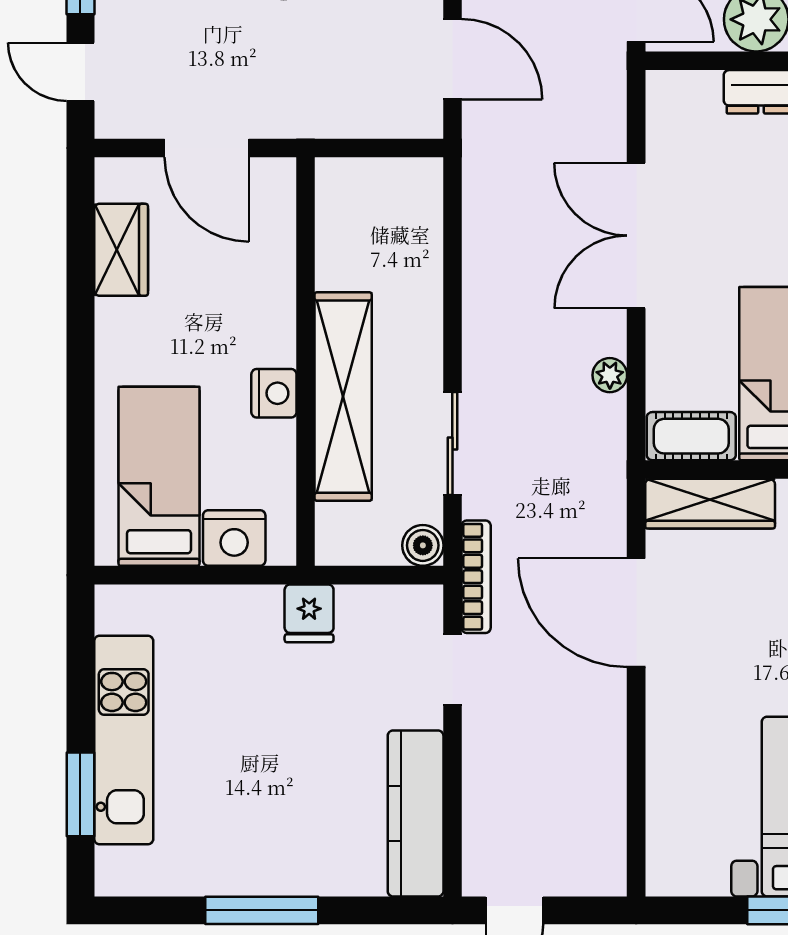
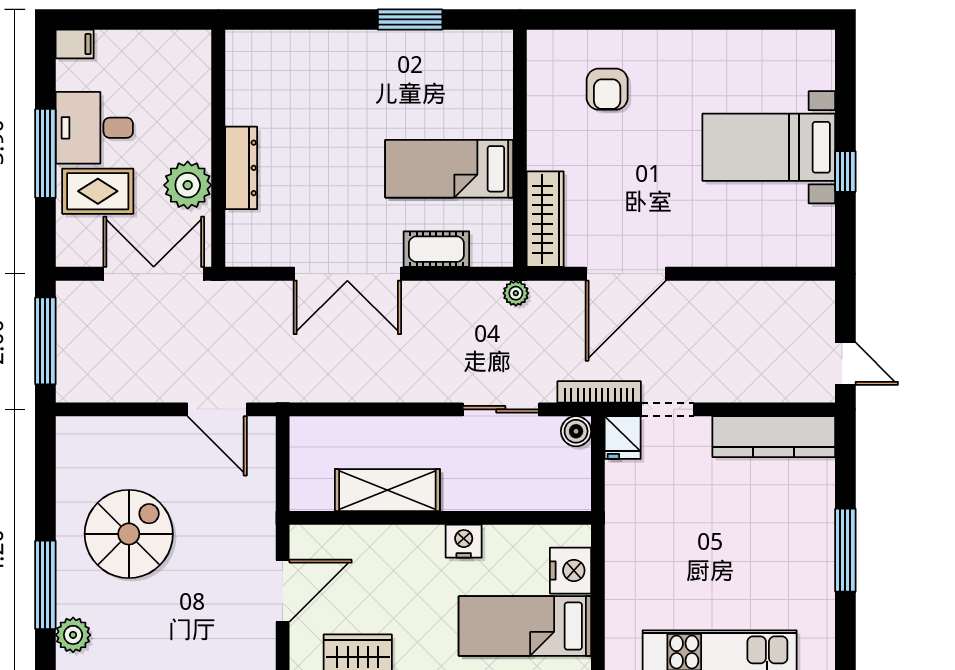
door: (452, 59) -> (217, 409), swing flipped
plant: (610, 375) -> (516, 293), moved
shelving: (343, 397) -> (387, 490), moved, width x0.68
cot: (691, 436) -> (436, 249), moved, turned 90
fridge: (309, 613) -> (623, 438), moved, turned 90

